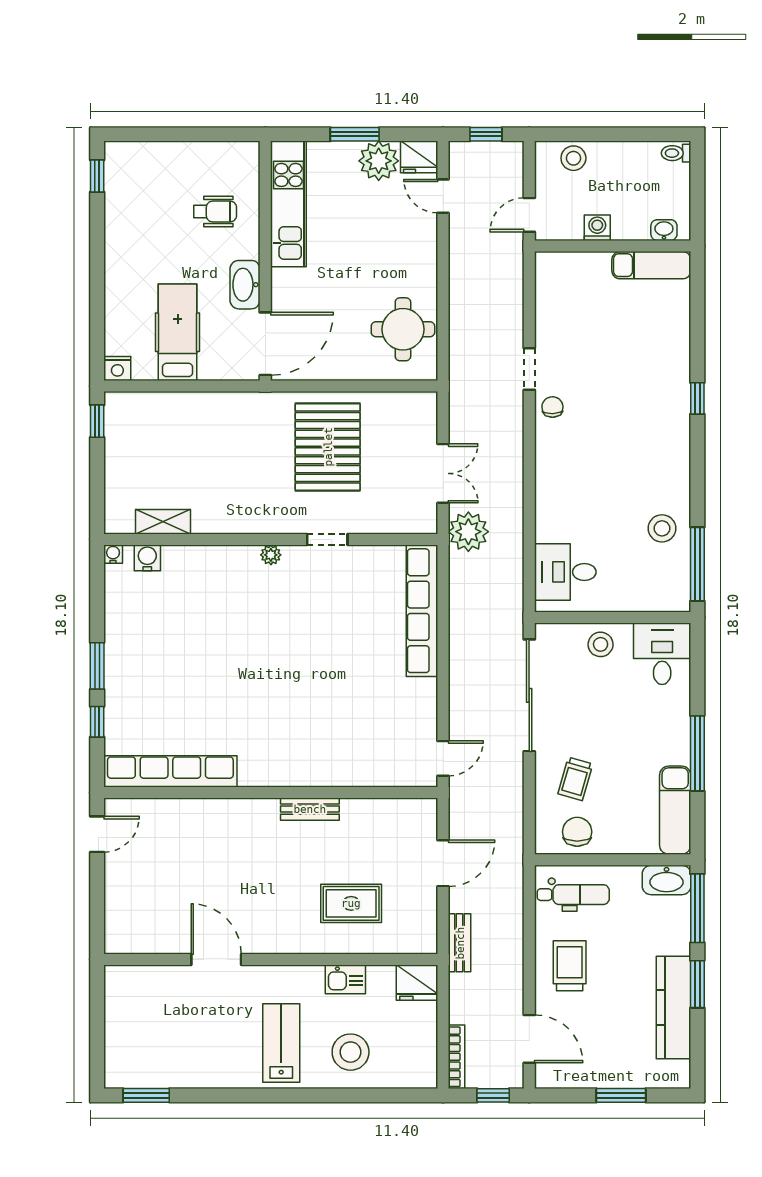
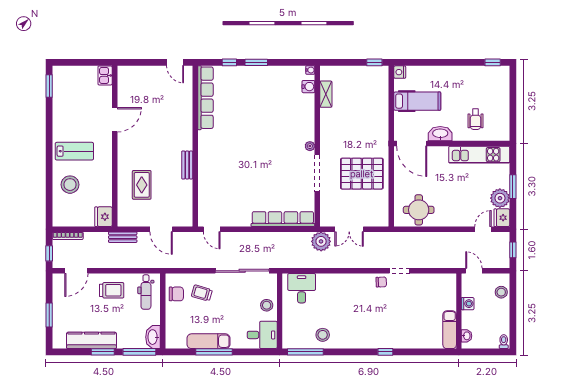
doorway: (327, 539) -> (317, 173), width x1.87
exam couch: (675, 810) -> (208, 341), moved
kitchen sink: (345, 979) -> (105, 75), moved

